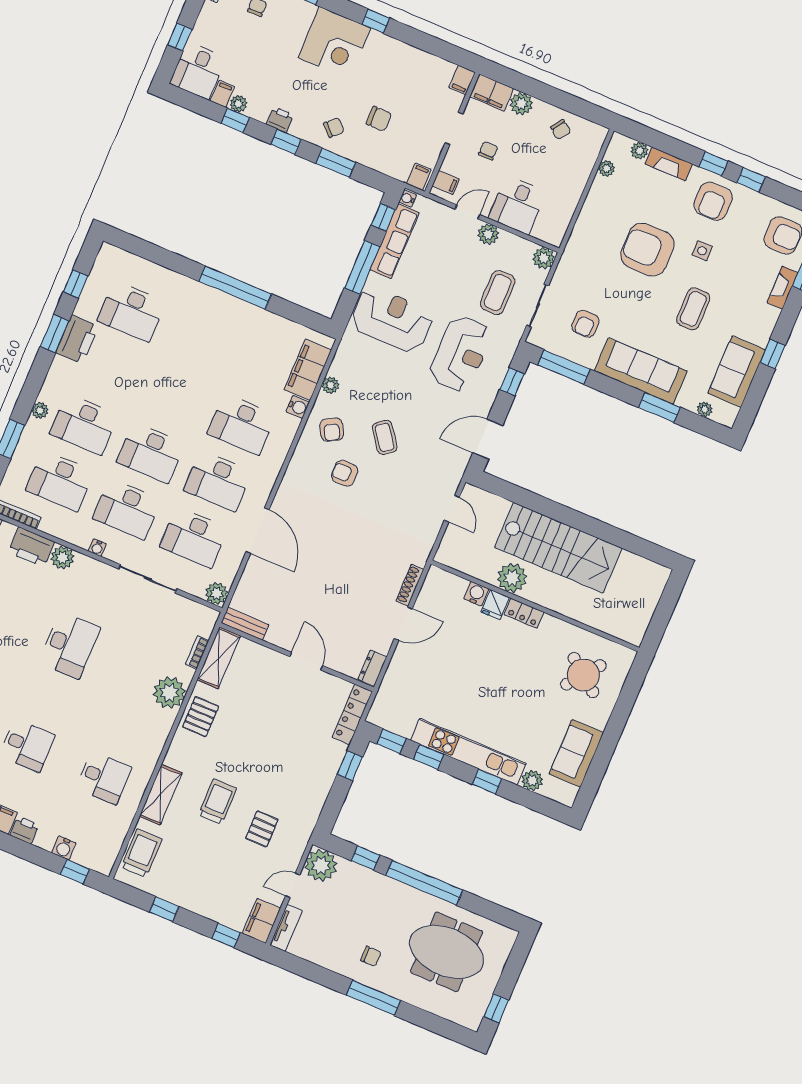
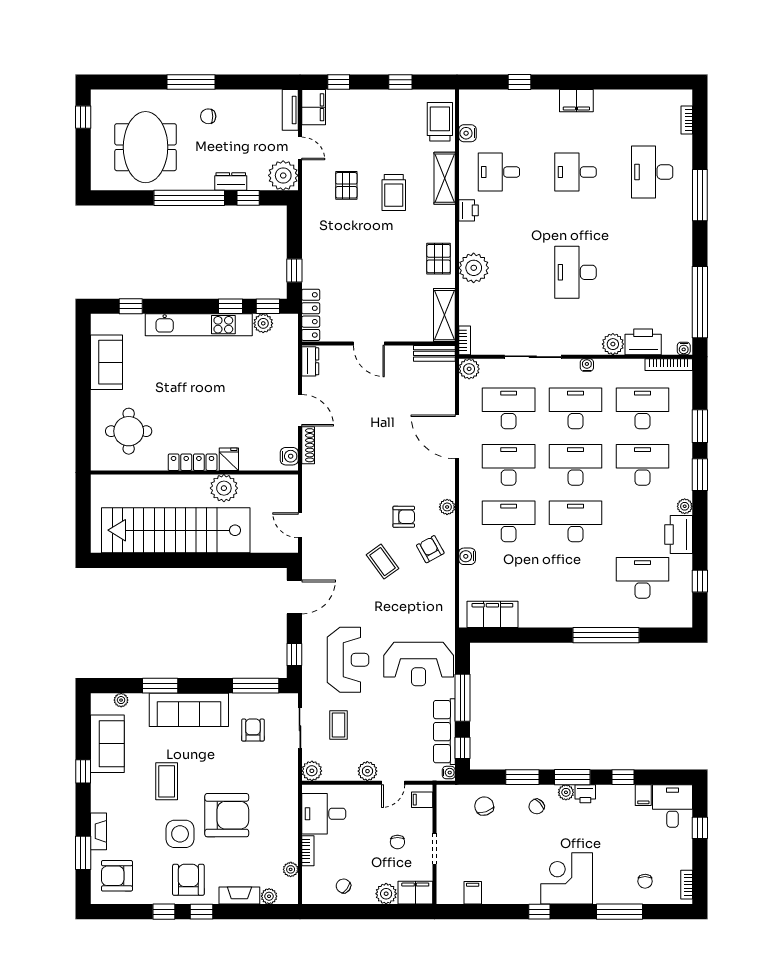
filing cabinet: (462, 80) -> (473, 893), moved
plant: (238, 104) -> (566, 792), moved
chair: (379, 119) -> (484, 806), moved, turned 71
window: (286, 142) -> (572, 777), width x1.50
filing cabinet: (419, 177) -> (447, 795), removed
bookcase: (581, 180) -> (308, 851), added
desk: (517, 205) -> (324, 814), moved, turned -90
side table: (702, 251) -> (180, 834), width x1.87, depth x1.87
window: (235, 288) -> (606, 635), moved
coffee table: (498, 293) -> (339, 725), width x0.73, depth x0.77
window: (55, 334) -> (700, 475), moved
reception desk: (461, 354) -> (348, 660), turned 180
filing cabinet: (308, 370) -> (492, 614), moved, turned -90
plant: (331, 385) -> (447, 507), moved
desk: (175, 396) -> (576, 521), added
plant: (40, 410) -> (685, 506), moved
stairs: (558, 548) -> (176, 530), width x1.36
water cooler: (476, 594) -> (289, 456), moved, turned -90
locker: (524, 613) -> (193, 462), width x1.53
door: (403, 624) -> (300, 410), swing flipped
bookcase: (197, 652) -> (465, 340), moved
round table: (583, 675) -> (129, 431), turned -38
plant: (532, 780) -> (263, 323), moved
window: (487, 782) -> (131, 306), moved
printer: (24, 830) -> (468, 210), moved, turned -90
water cooler: (64, 848) -> (467, 133), moved, turned -90
trolley: (142, 853) -> (440, 122), turned 180
window: (75, 872) -> (520, 82), moved
dresser: (376, 882) -> (231, 181), added
door: (293, 885) -> (300, 148), hinge flipped
meeting table: (447, 952) -> (146, 147), turned 90

